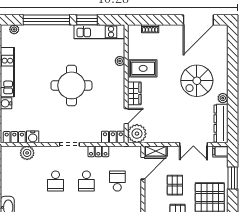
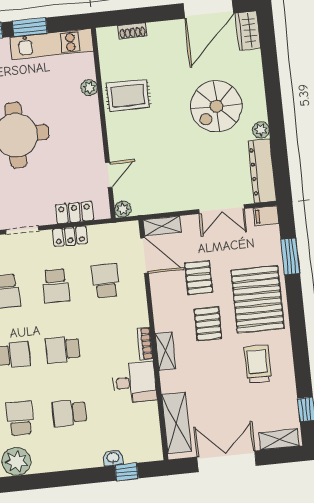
wardrobe: (134, 93) -> (248, 31), moved, turned 180
plant: (137, 134) -> (123, 209), width x0.53, depth x0.53
locker: (113, 137) -> (74, 212), moved
door: (143, 168) -> (145, 256), hinge flipped

